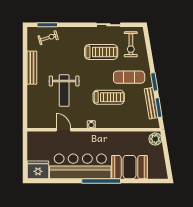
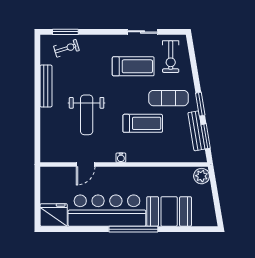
door: (63, 130) -> (86, 164), swing flipped

